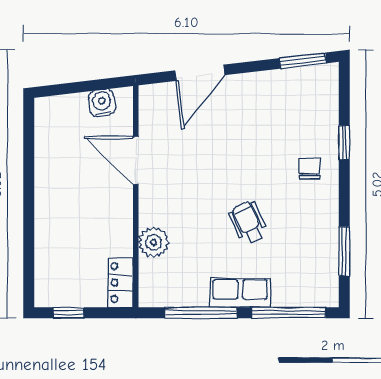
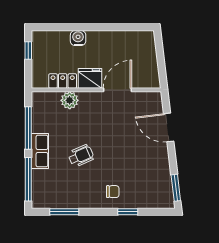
water cooler: (102, 103) -> (78, 38), moved, turned -83
fridge: (116, 207) -> (90, 78), added
locker: (121, 283) -> (63, 81), moved

